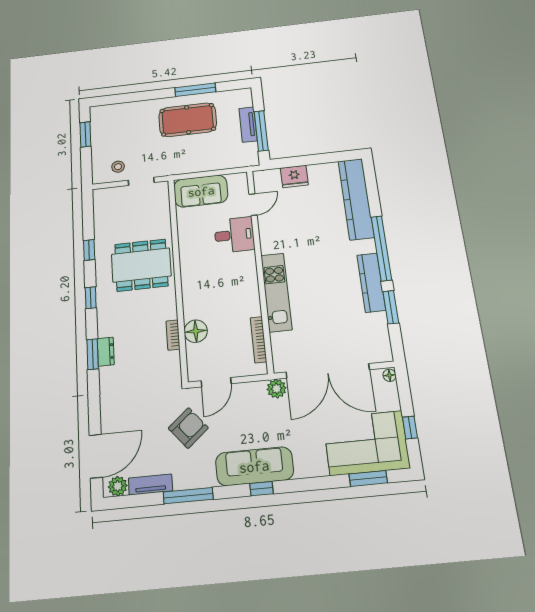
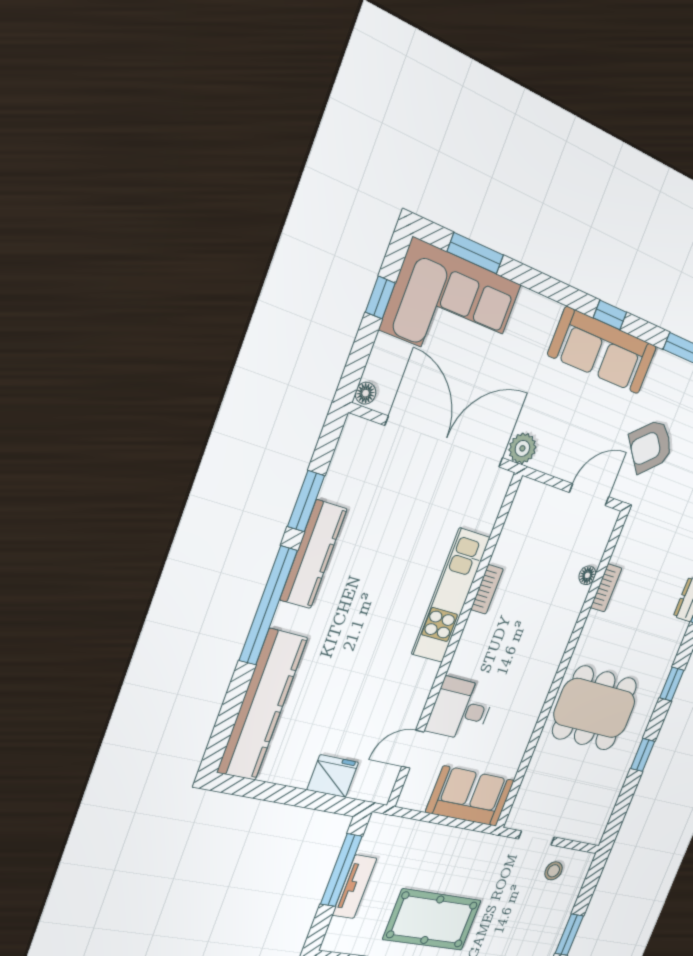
floor lamp: (196, 331) -> (587, 575), width x0.53, depth x0.53
bookcase: (259, 340) -> (487, 589), moved, width x0.64

